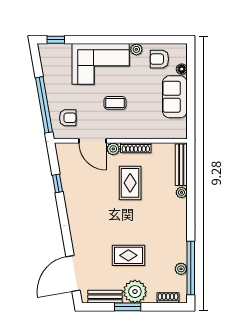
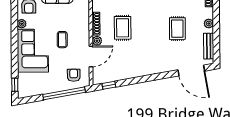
window: (57, 183) -> (109, 85), moved
rug: (130, 183) -> (123, 28), turned 90
plant: (135, 292) -> (209, 23), width x0.53, depth x0.53
window: (128, 307) -> (216, 29), removed

